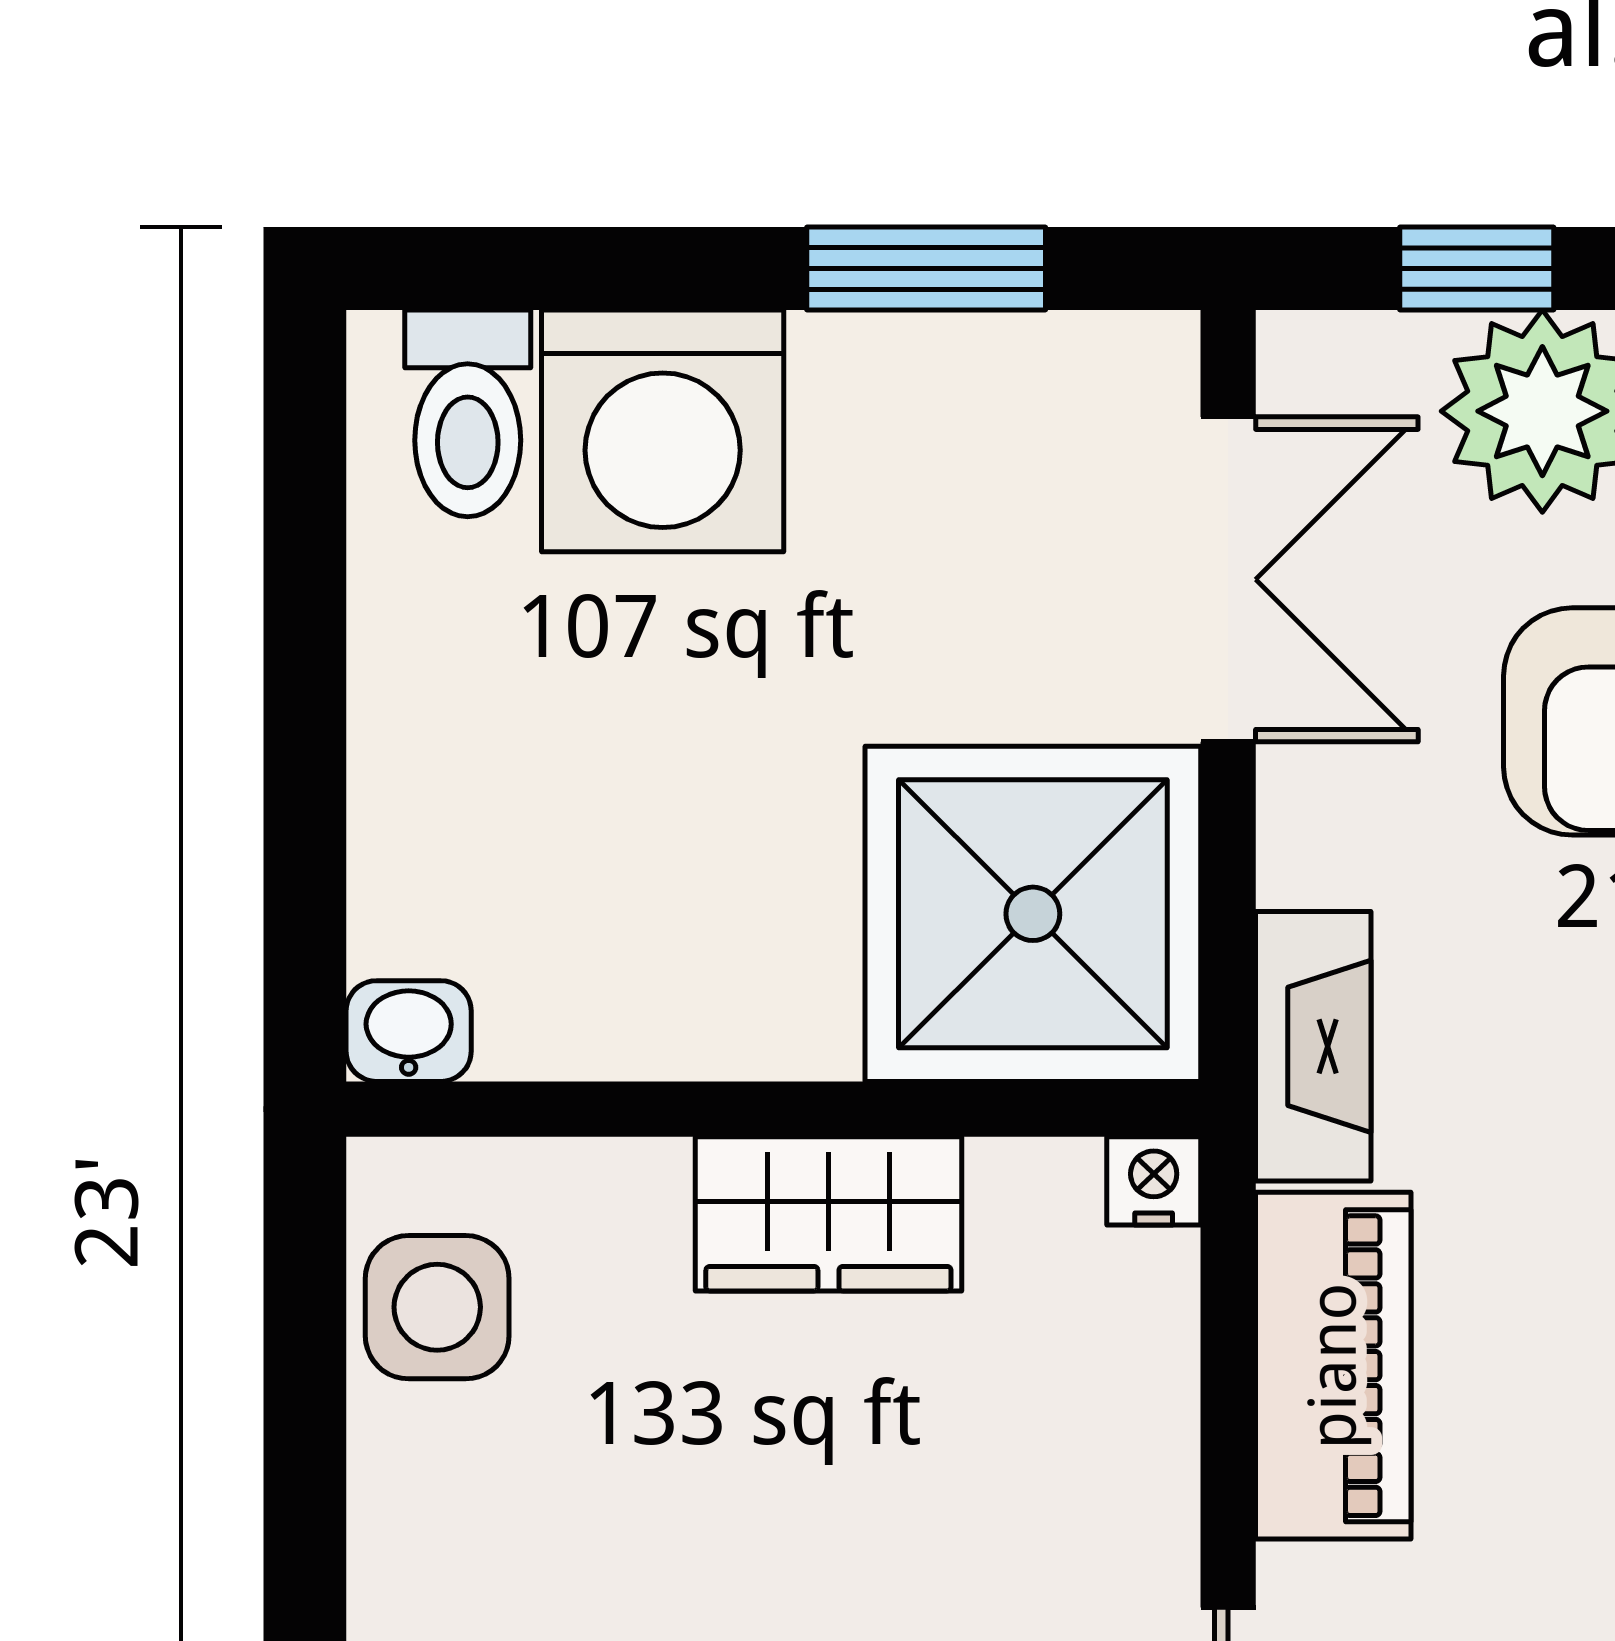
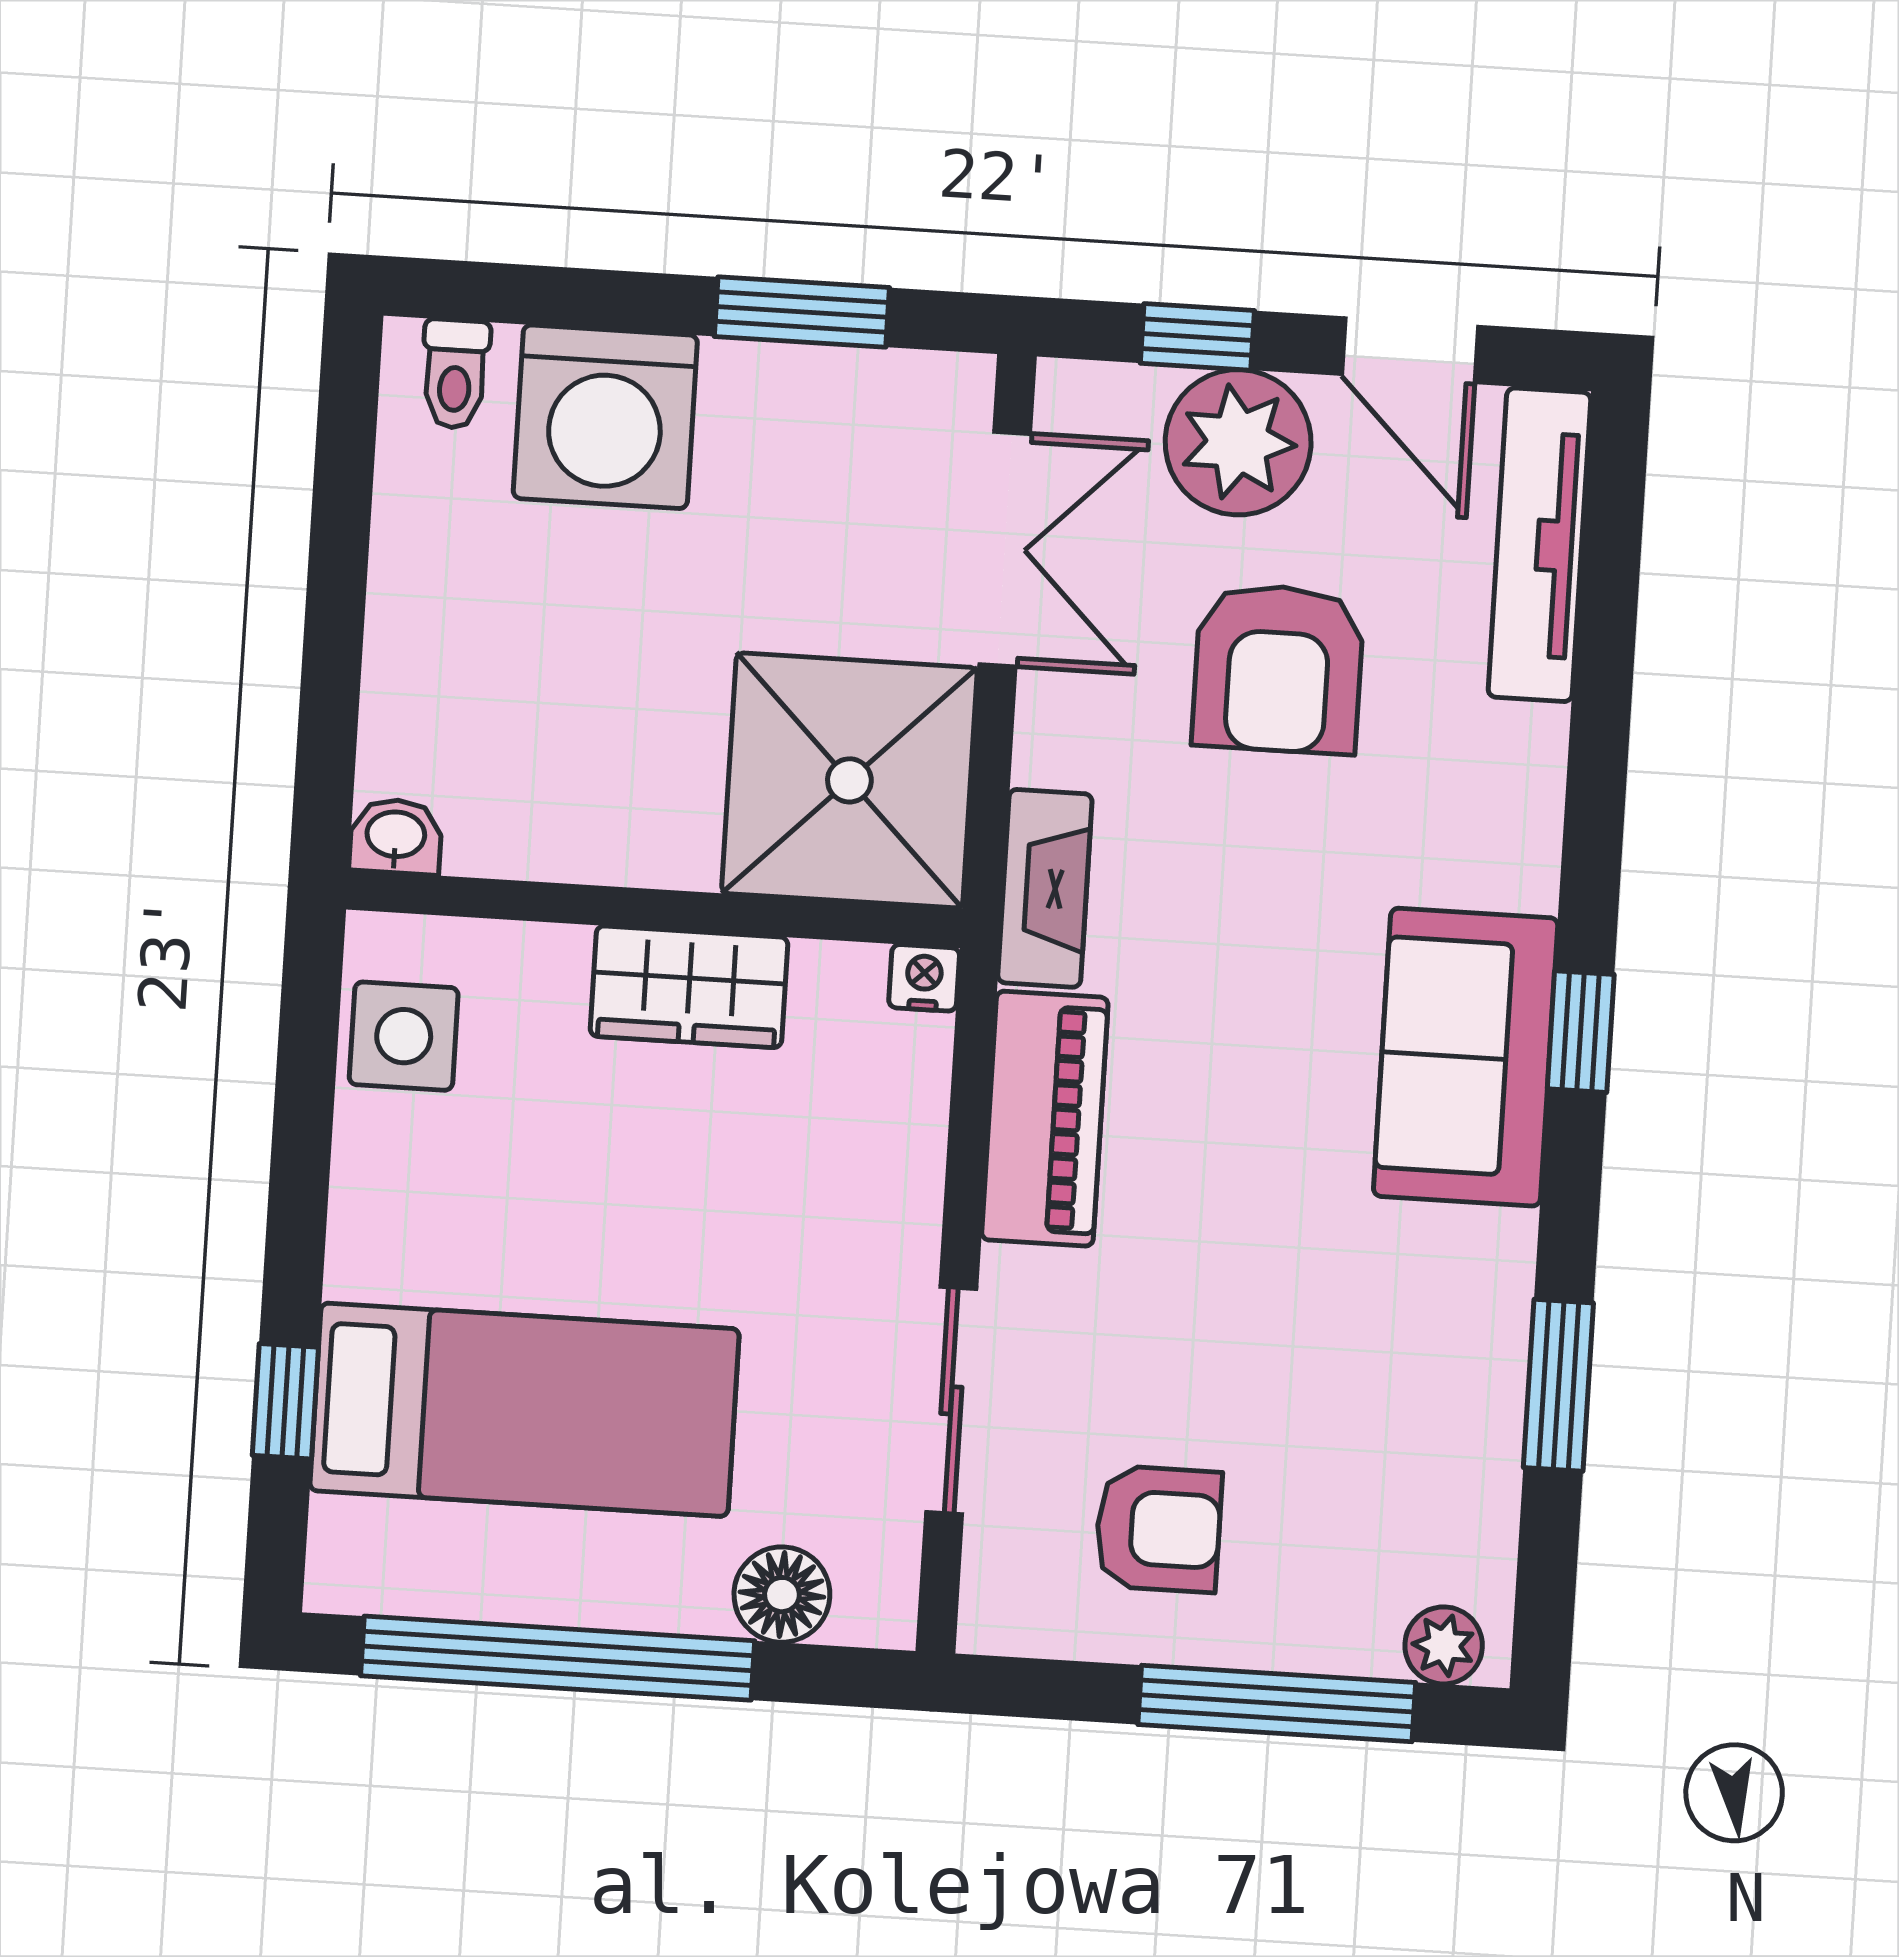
toilet: (468, 413) -> (455, 374), width x0.73, depth x0.72

